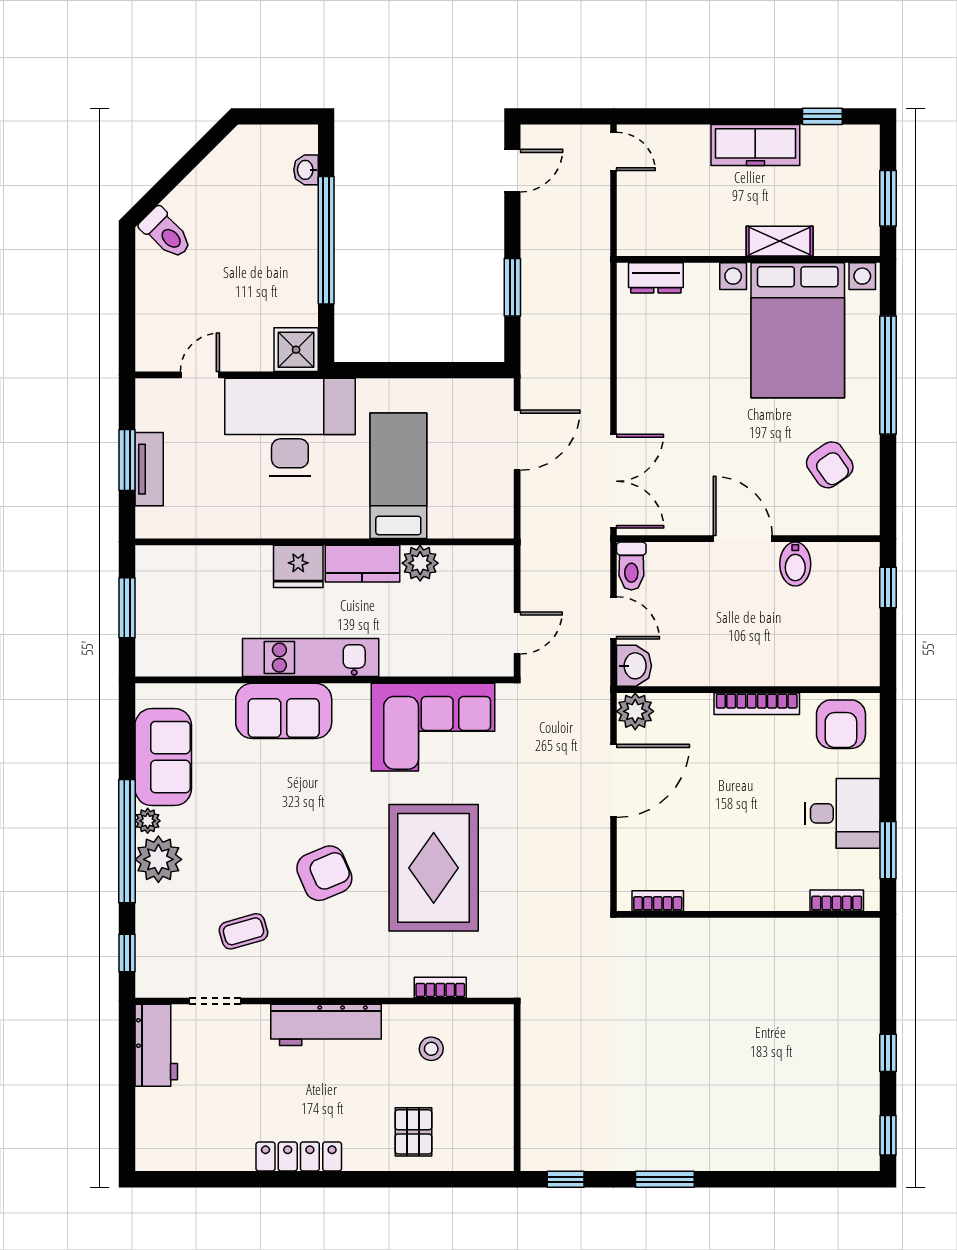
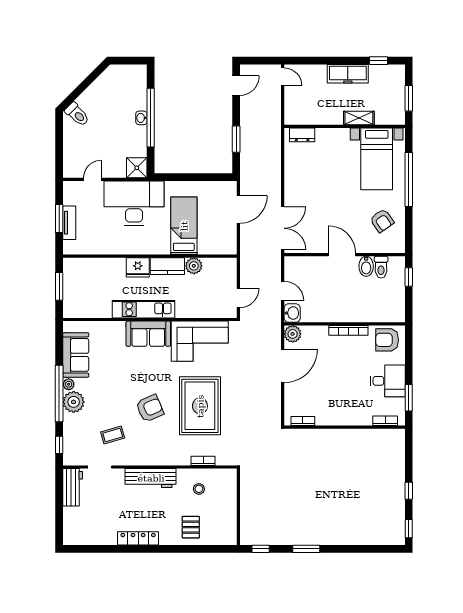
washbasin: (306, 170) -> (141, 118), moved
bed with nightstands: (798, 330) -> (377, 159), width x0.73
toilet: (631, 566) -> (381, 267), moved
sofa: (284, 711) -> (148, 334), moved
armchair: (841, 724) -> (387, 340), turned 90

